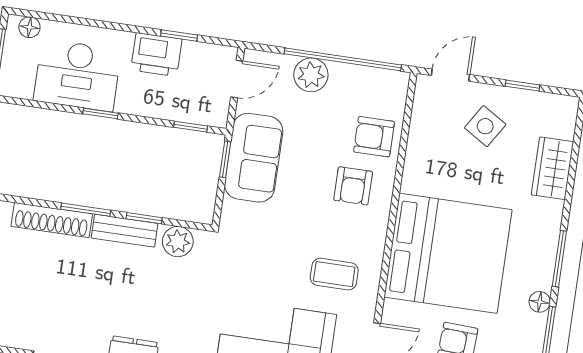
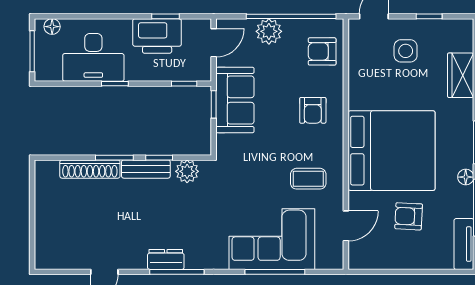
printer: (156, 55) -> (157, 36), width x1.37, depth x1.19
side table: (485, 126) -> (406, 51), turned -32
armchair: (374, 137) -> (322, 51), moved

